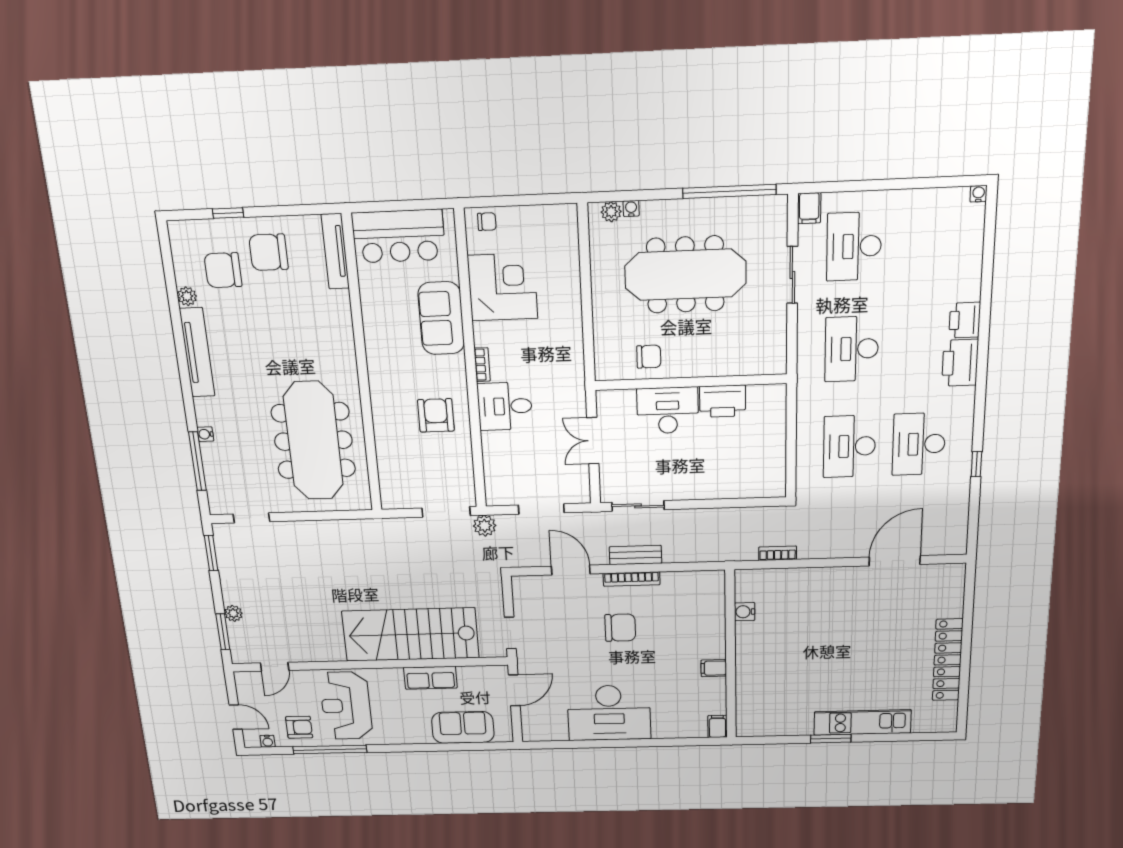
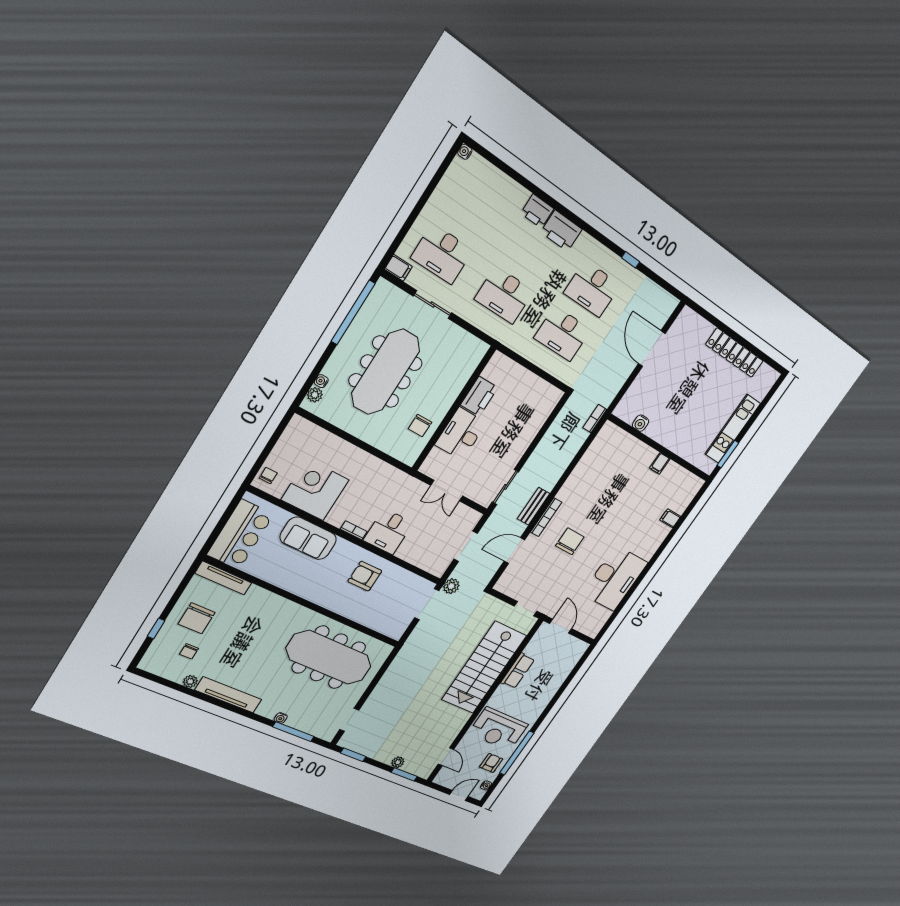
chair: (223, 270) -> (189, 651), width x0.54, depth x0.54
chair: (649, 357) -> (420, 425), turned 180
water cooler: (745, 612) -> (641, 423), moved
wall: (731, 655) -> (660, 448), moved
filing cabinet: (714, 668) -> (660, 463), moved
sofa: (463, 727) -> (560, 669), removed

